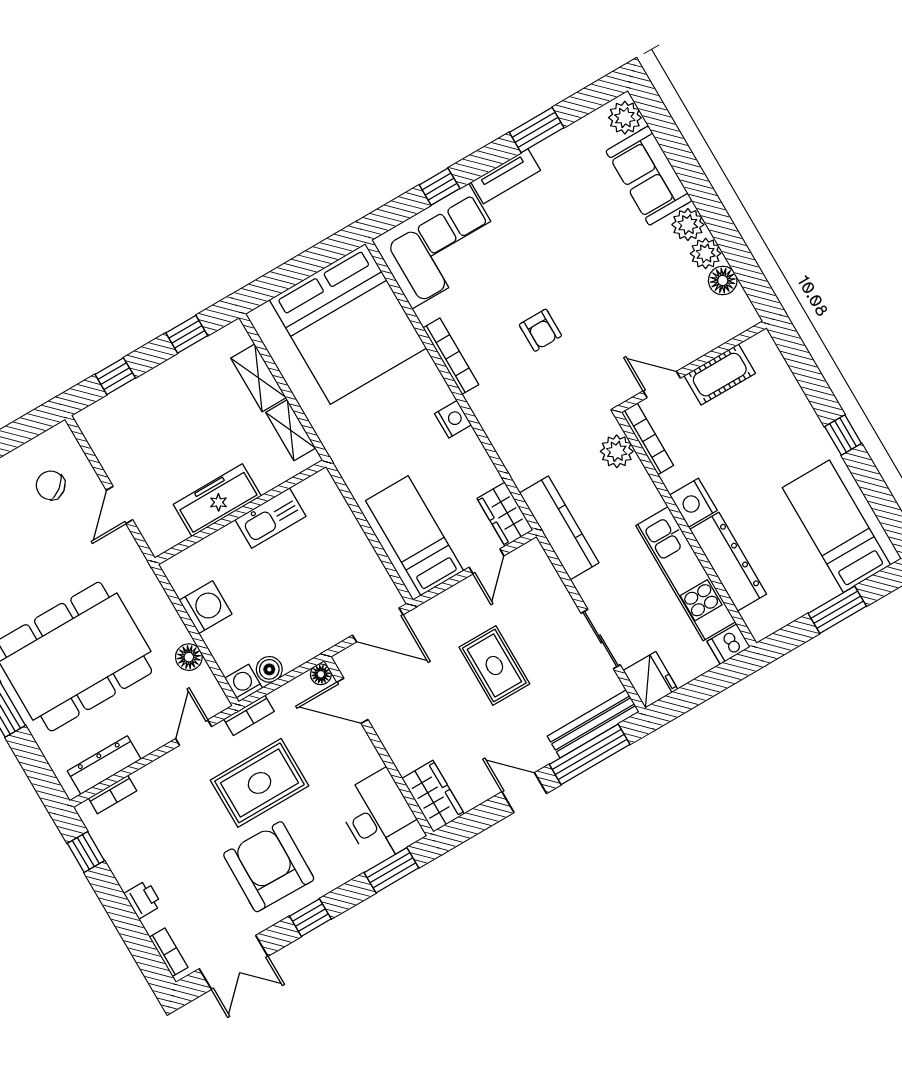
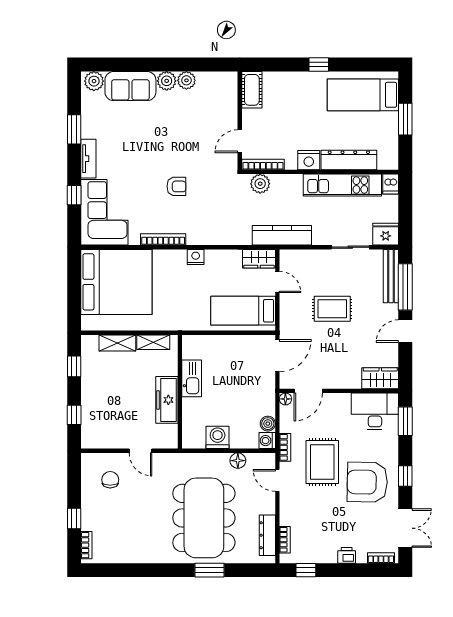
floor lamp: (723, 281) -> (205, 80), removed
cot: (720, 375) -> (252, 90), moved
chair: (51, 485) -> (110, 480), turned 128

